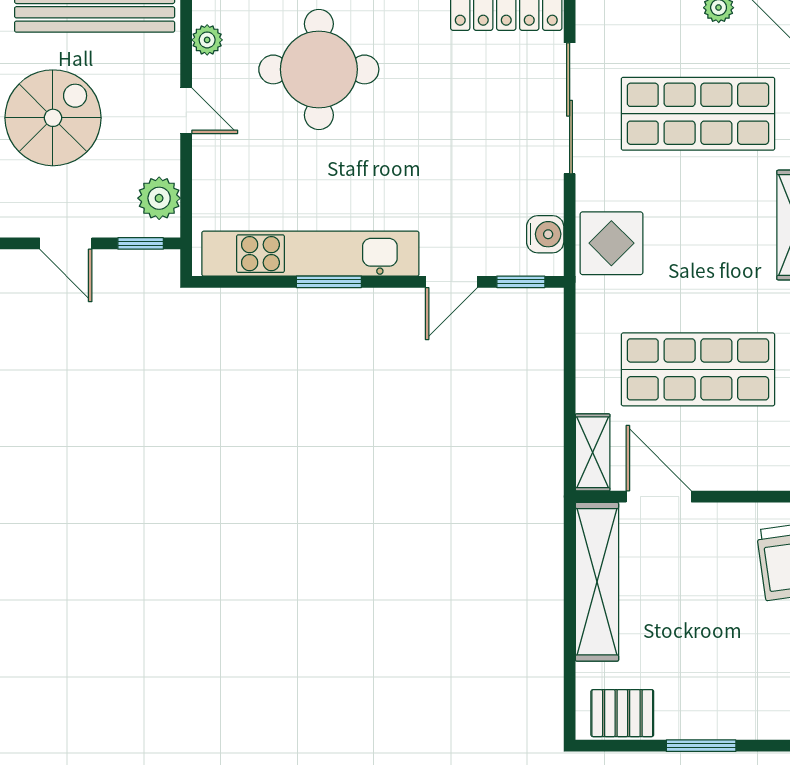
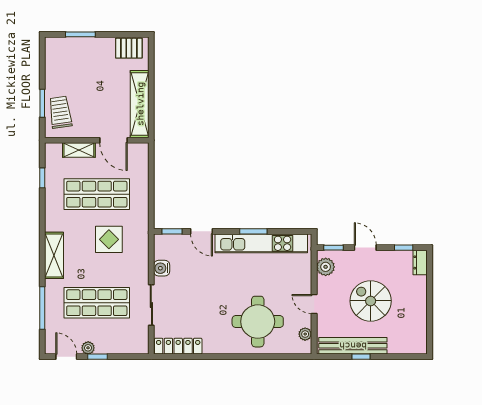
sliding door: (570, 108) -> (151, 305), width x0.73
spiral stairs: (53, 118) -> (371, 301), turned 90
water cooler: (545, 234) -> (162, 268), moved
display table: (611, 243) -> (109, 239), moved
door: (451, 282) -> (201, 231), swing flipped
shelving: (593, 452) -> (79, 150), moved, turned 90
window: (701, 746) -> (80, 34), moved

